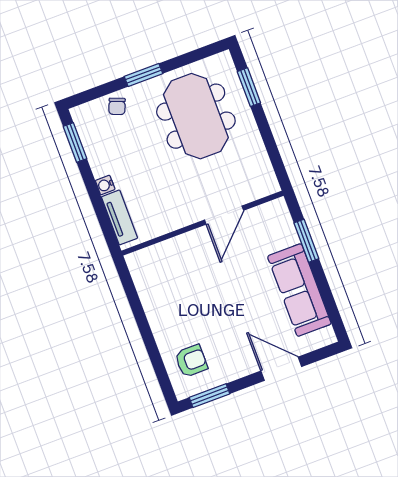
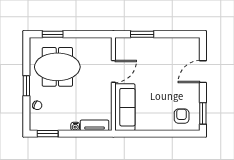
door: (224, 215) -> (113, 71), hinge flipped
sofa: (299, 290) -> (125, 107), moved, turned -90

